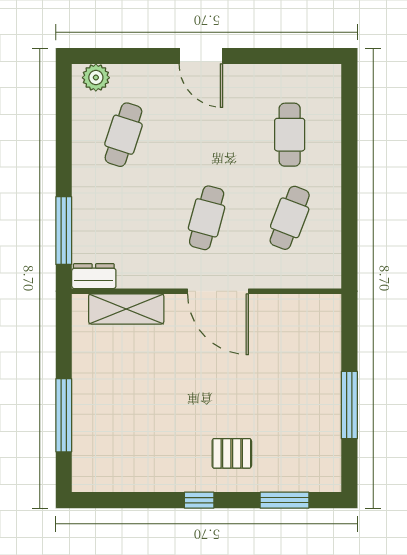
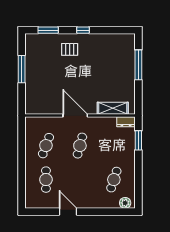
door: (201, 56) -> (68, 212), moved
window: (64, 231) -> (138, 140), width x0.69

